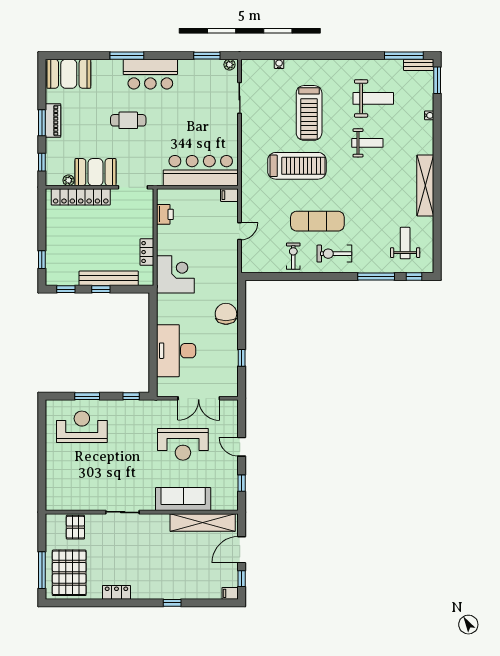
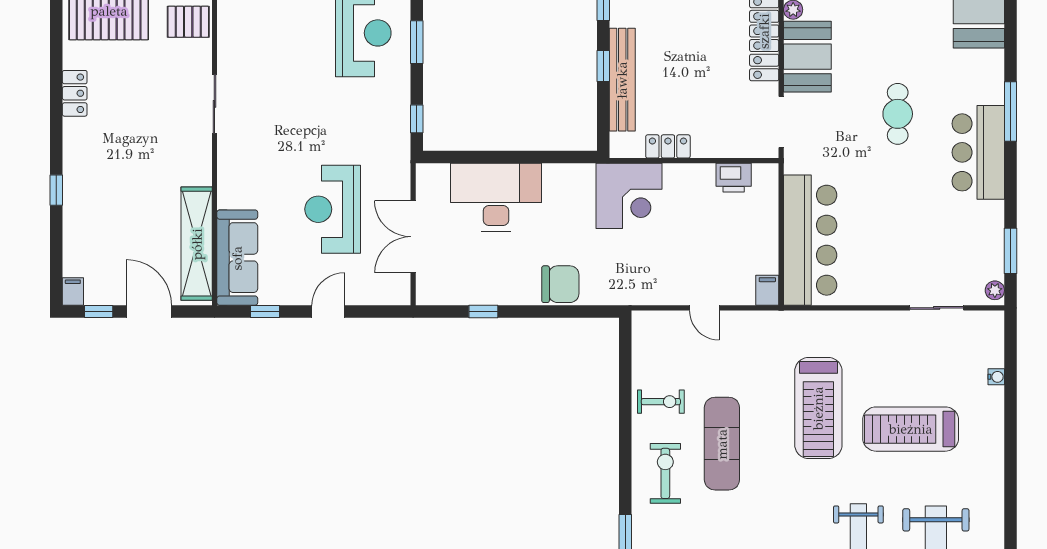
sofa: (183, 499) -> (237, 258), moved

